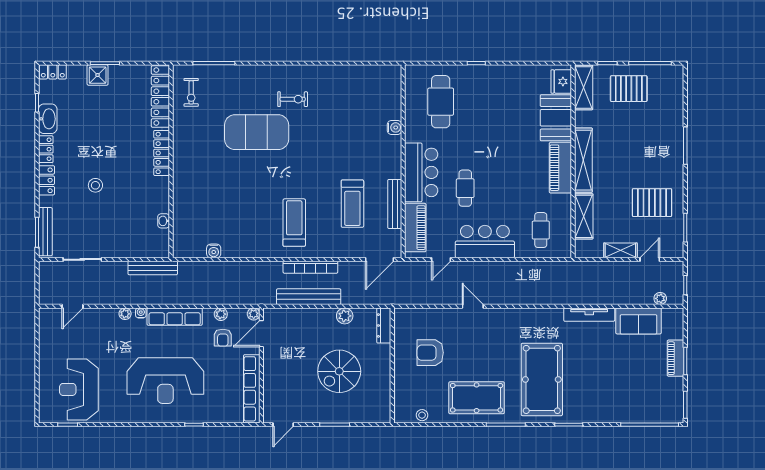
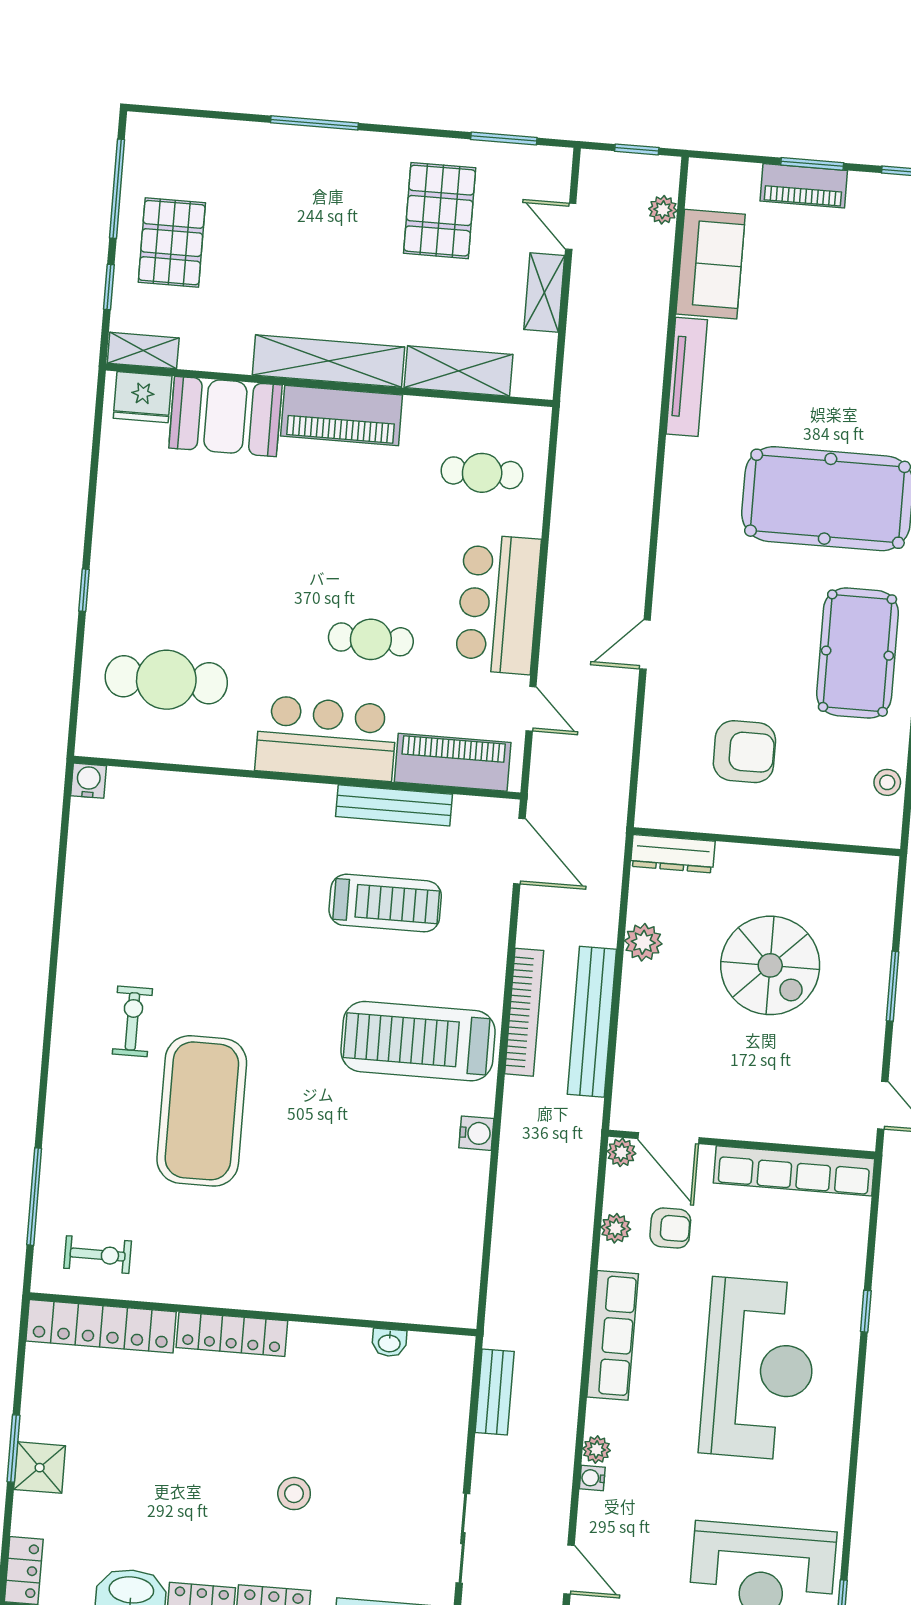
shelving: (584, 88) -> (143, 351), width x0.67, depth x0.75
water cooler: (395, 127) -> (89, 781), moved
treadmill: (294, 223) -> (418, 1041), width x1.37, depth x1.38
water cooler: (214, 251) -> (476, 1133), moved
bench: (153, 268) -> (495, 1392), width x0.73
water cooler: (141, 313) -> (592, 1478), moved
armchair: (430, 353) -> (744, 752), turned -90

